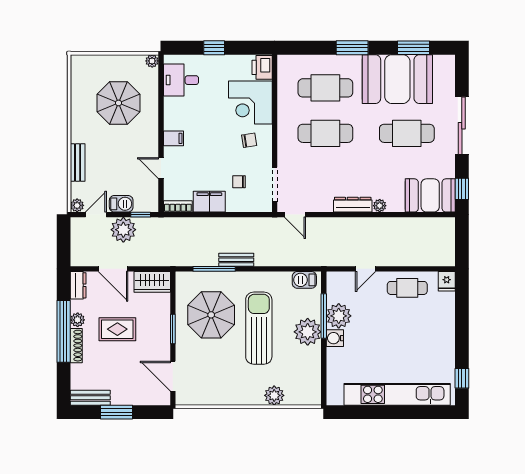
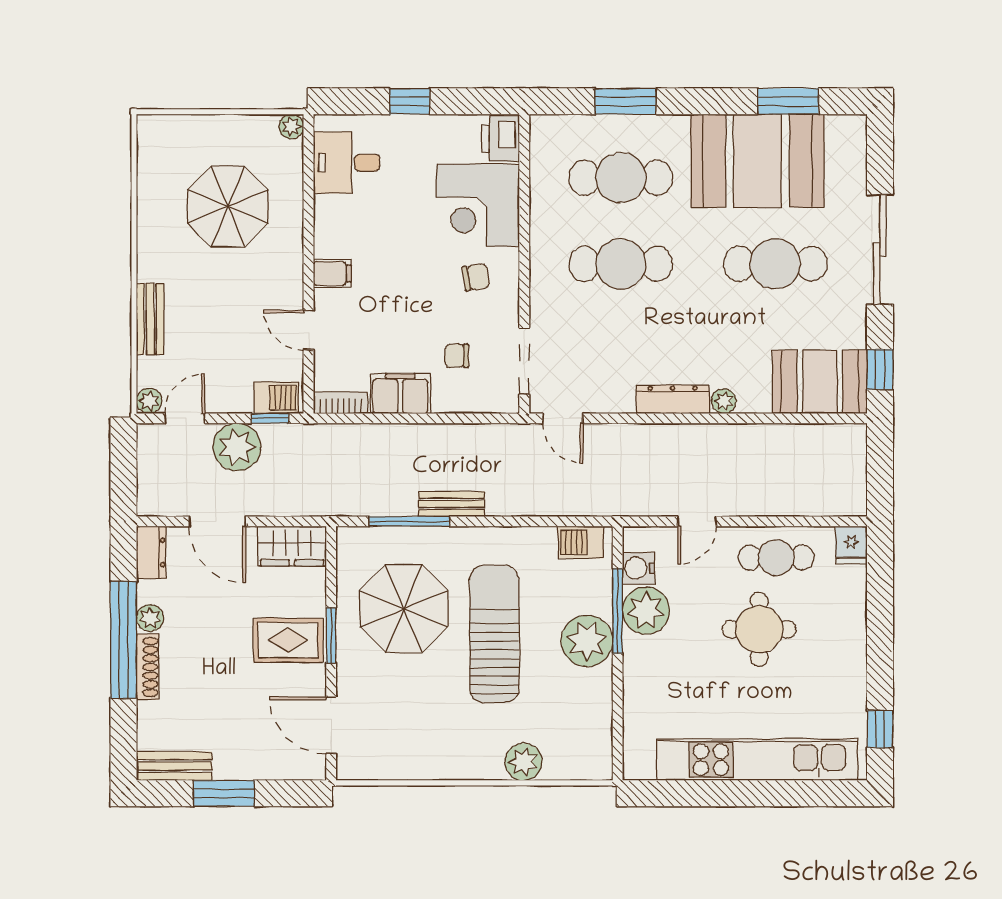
window: (352, 48) -> (625, 101), moved
barbecue: (121, 204) -> (276, 398), moved
round table: (398, 326) -> (759, 629), added
rug: (117, 329) -> (288, 640), moved
water cooler: (335, 338) -> (639, 568), moved

